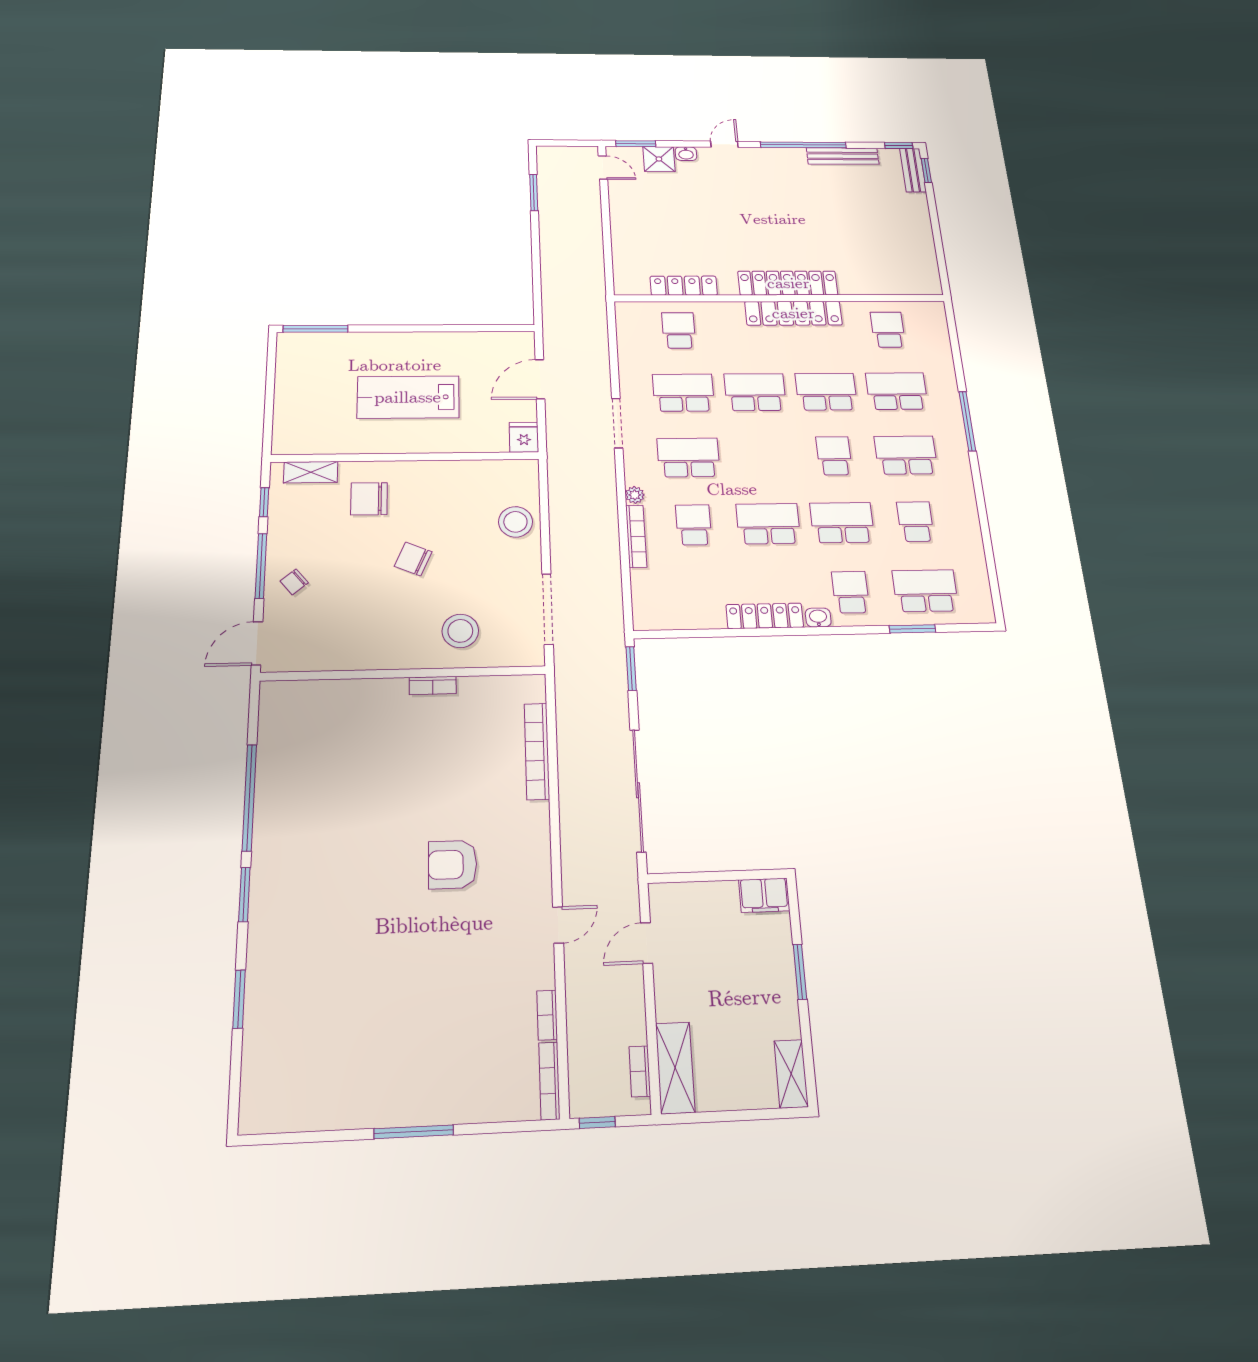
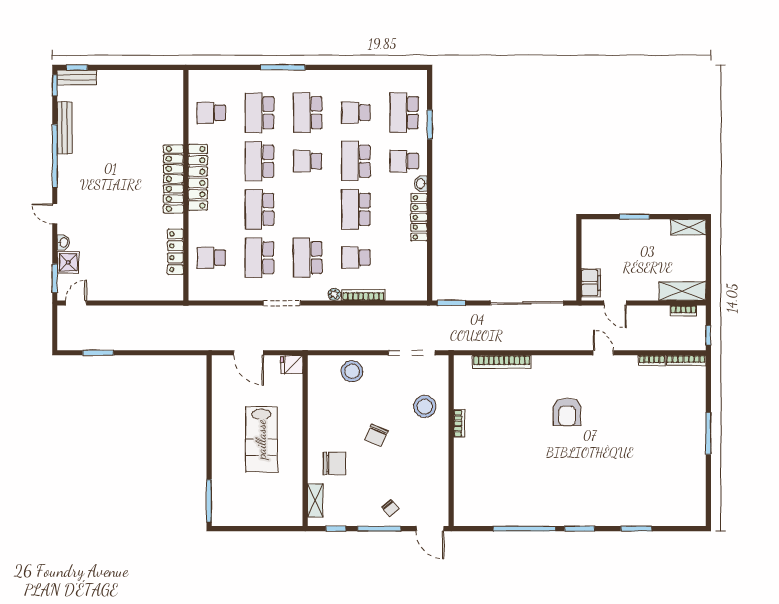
chair: (369, 499) -> (335, 463), turned -90
filing cabinet: (764, 895) -> (591, 283), moved

